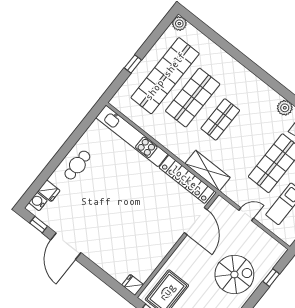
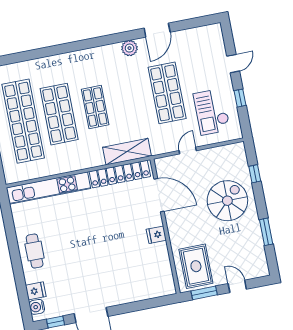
fridge: (133, 285) -> (156, 235), moved

